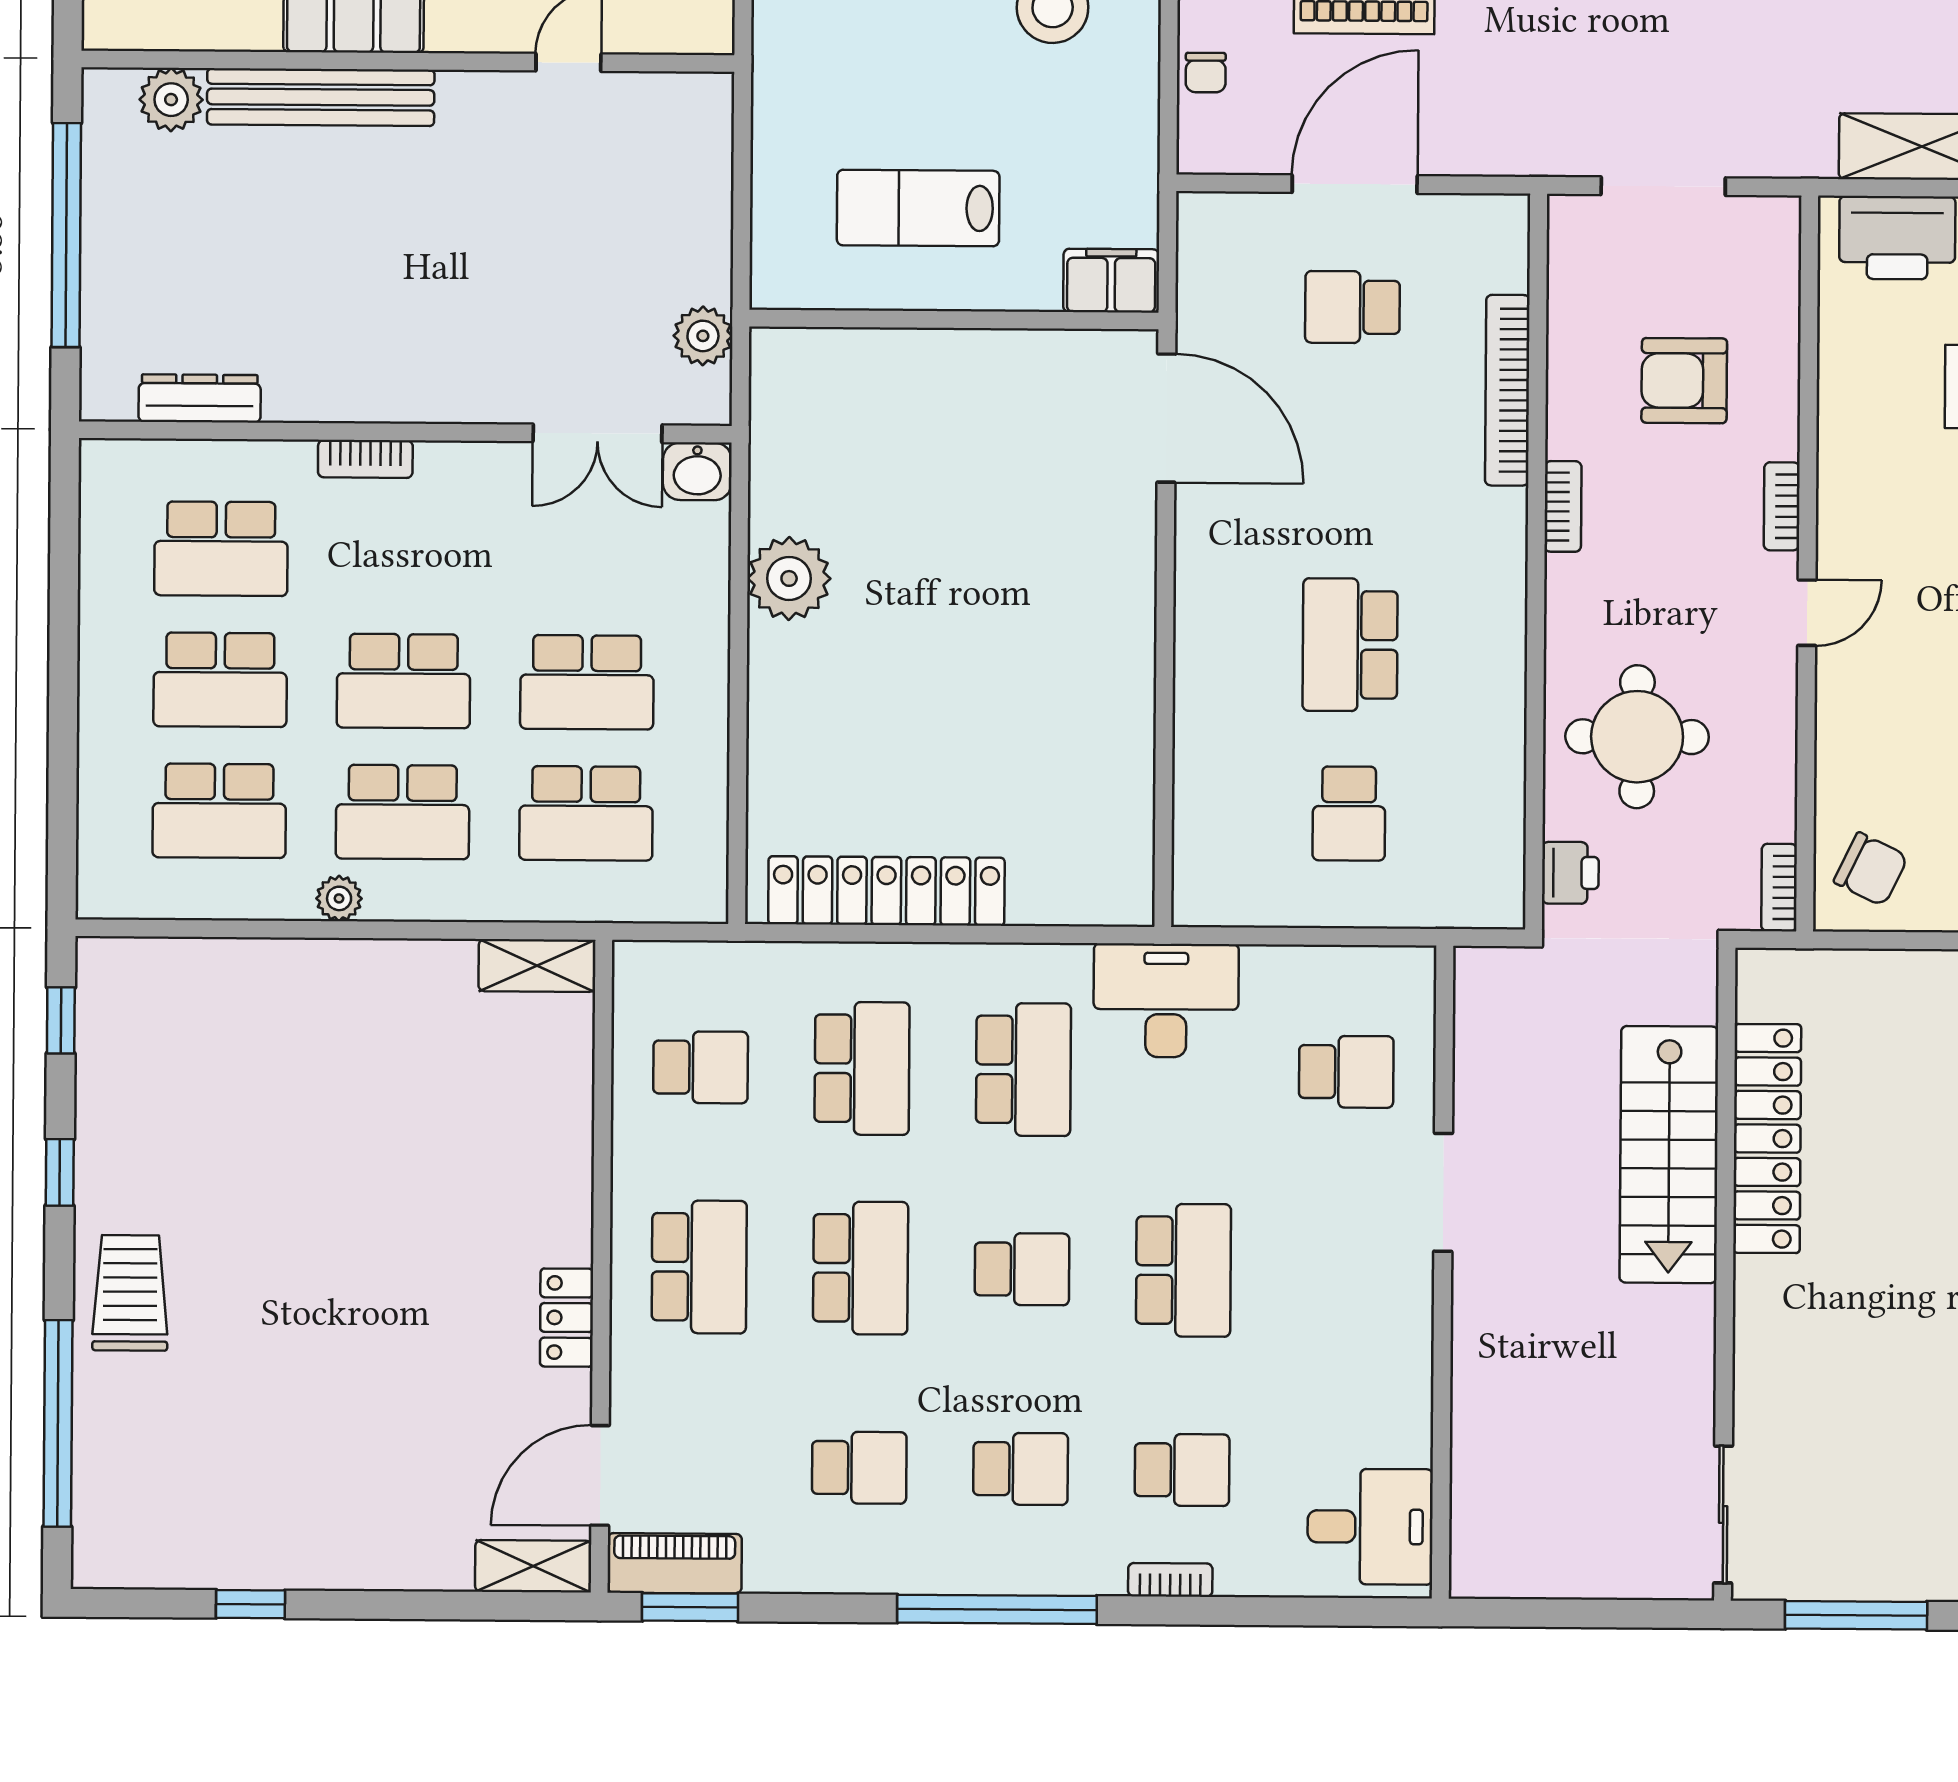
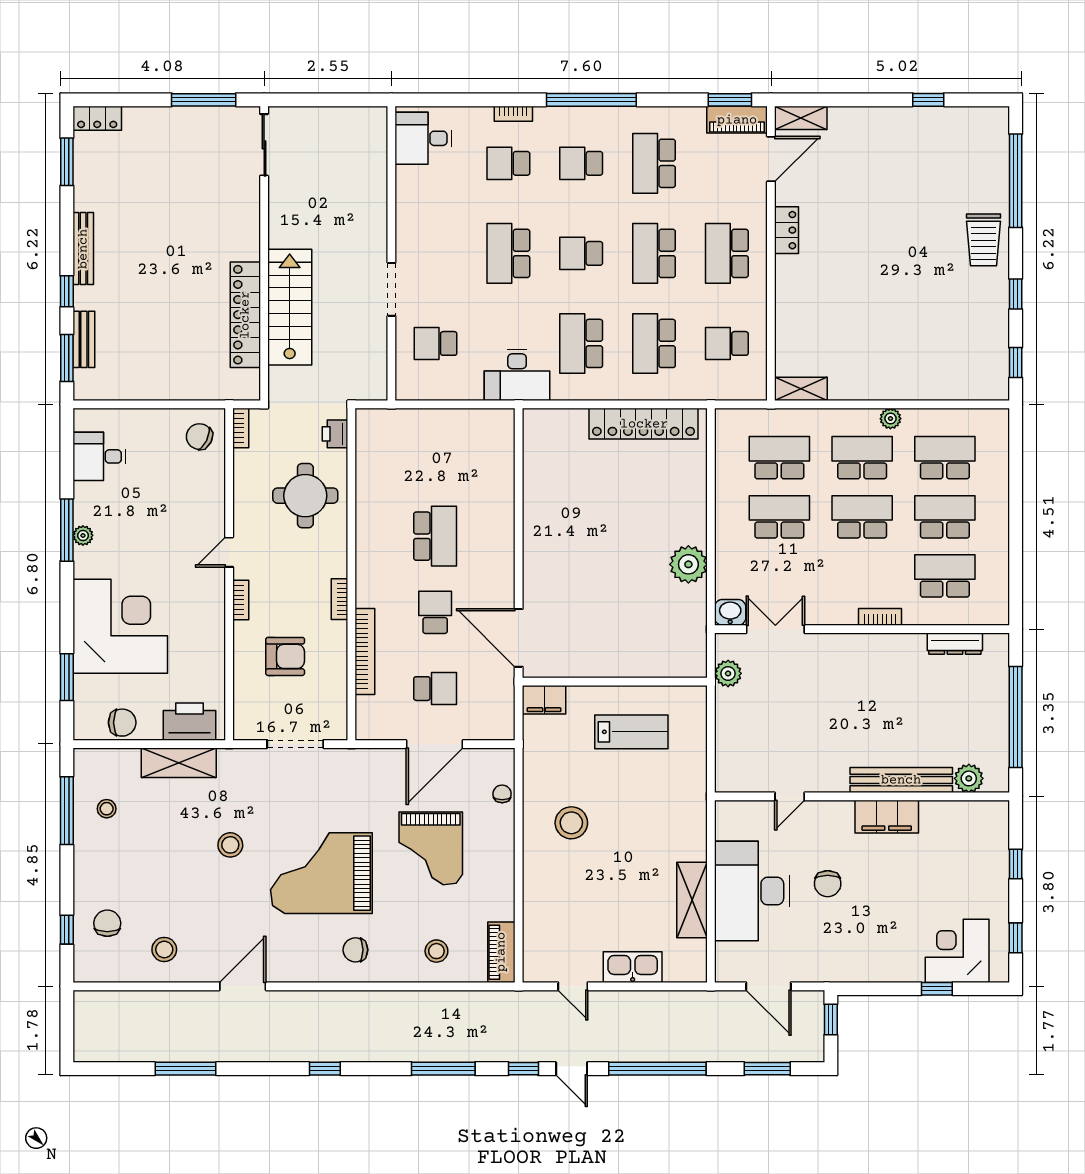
school desk: (1349, 814) -> (435, 612), moved
school desk: (859, 1468) -> (654, 163), width x1.85

